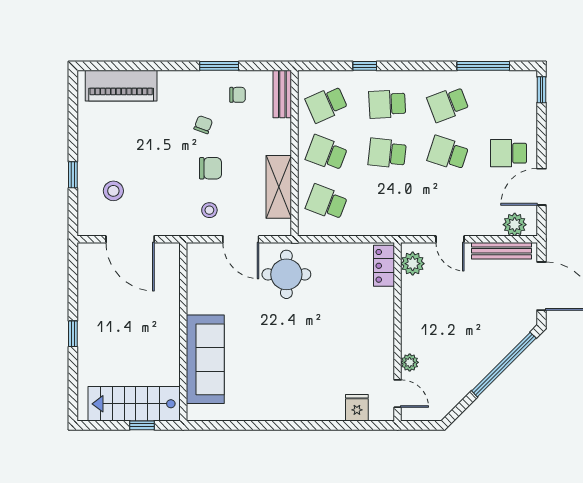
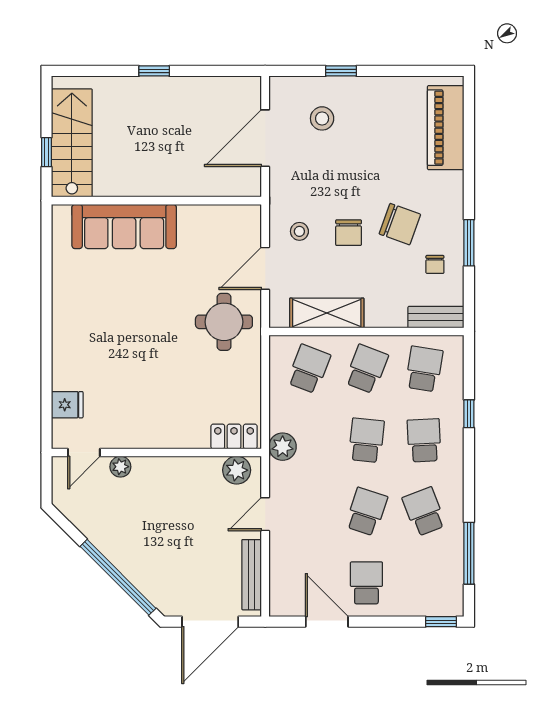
school desk: (326, 104) -> (424, 369), turned 33
chair: (203, 125) -> (400, 224), width x1.87, depth x1.87
plant: (515, 225) -> (283, 447), moved

